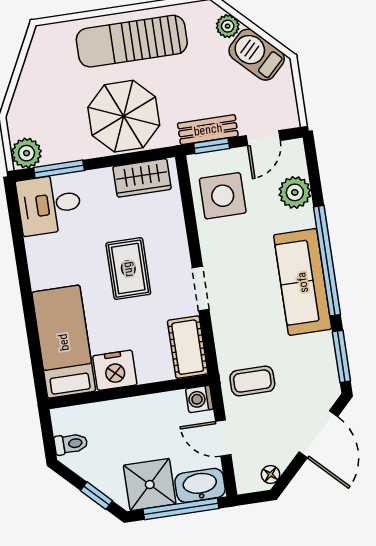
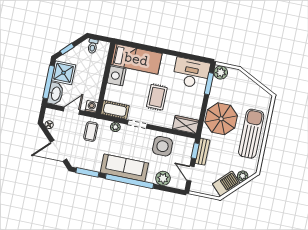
wardrobe: (142, 178) -> (186, 125), moved, turned 90
side table: (223, 196) -> (163, 146), moved
desk: (49, 205) -> (191, 73), width x1.37
rug: (128, 269) -> (157, 97), turned 90
plant: (224, 333) -> (115, 127), added

